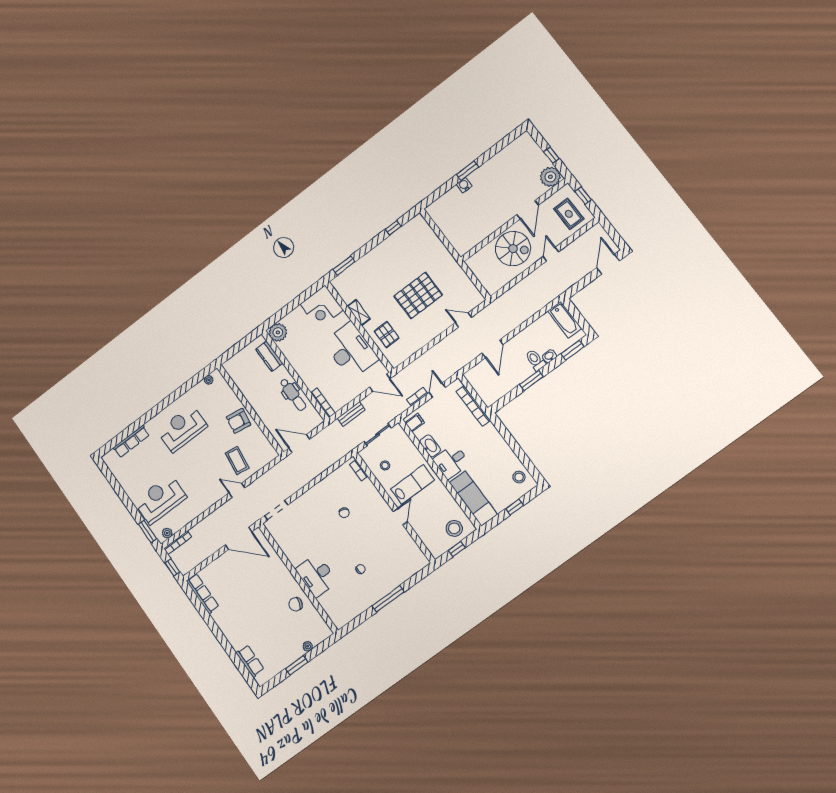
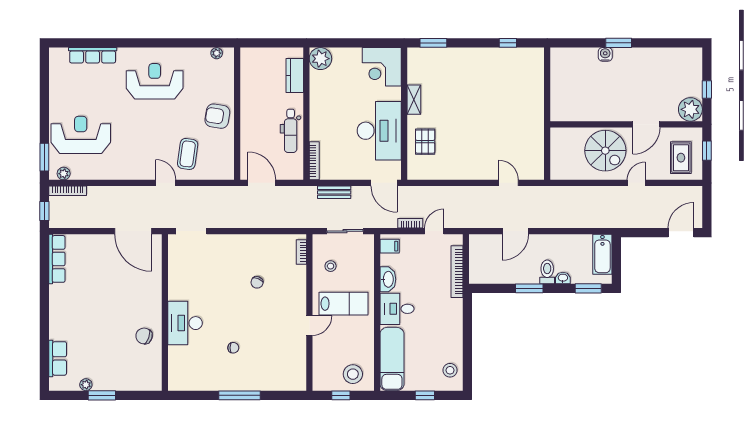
pallet: (418, 295) -> (483, 127), removed
plant: (308, 646) -> (86, 385), moved

